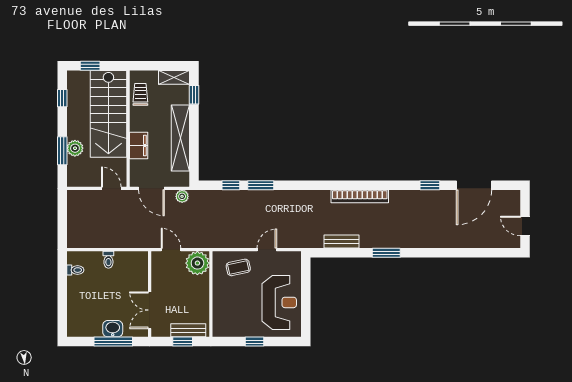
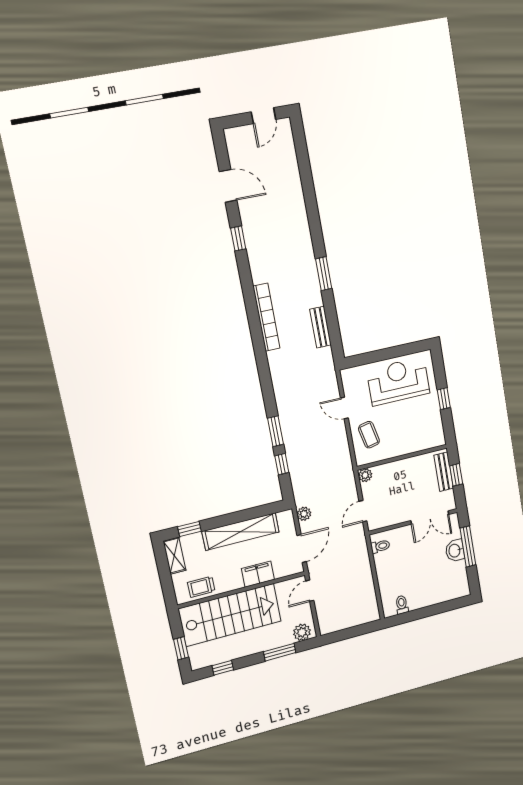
plant: (75, 148) -> (302, 632), moved
door: (474, 185) -> (228, 186), width x0.73
toilet: (108, 260) -> (380, 546), moved
plant: (197, 263) -> (365, 475), width x0.53, depth x0.53

